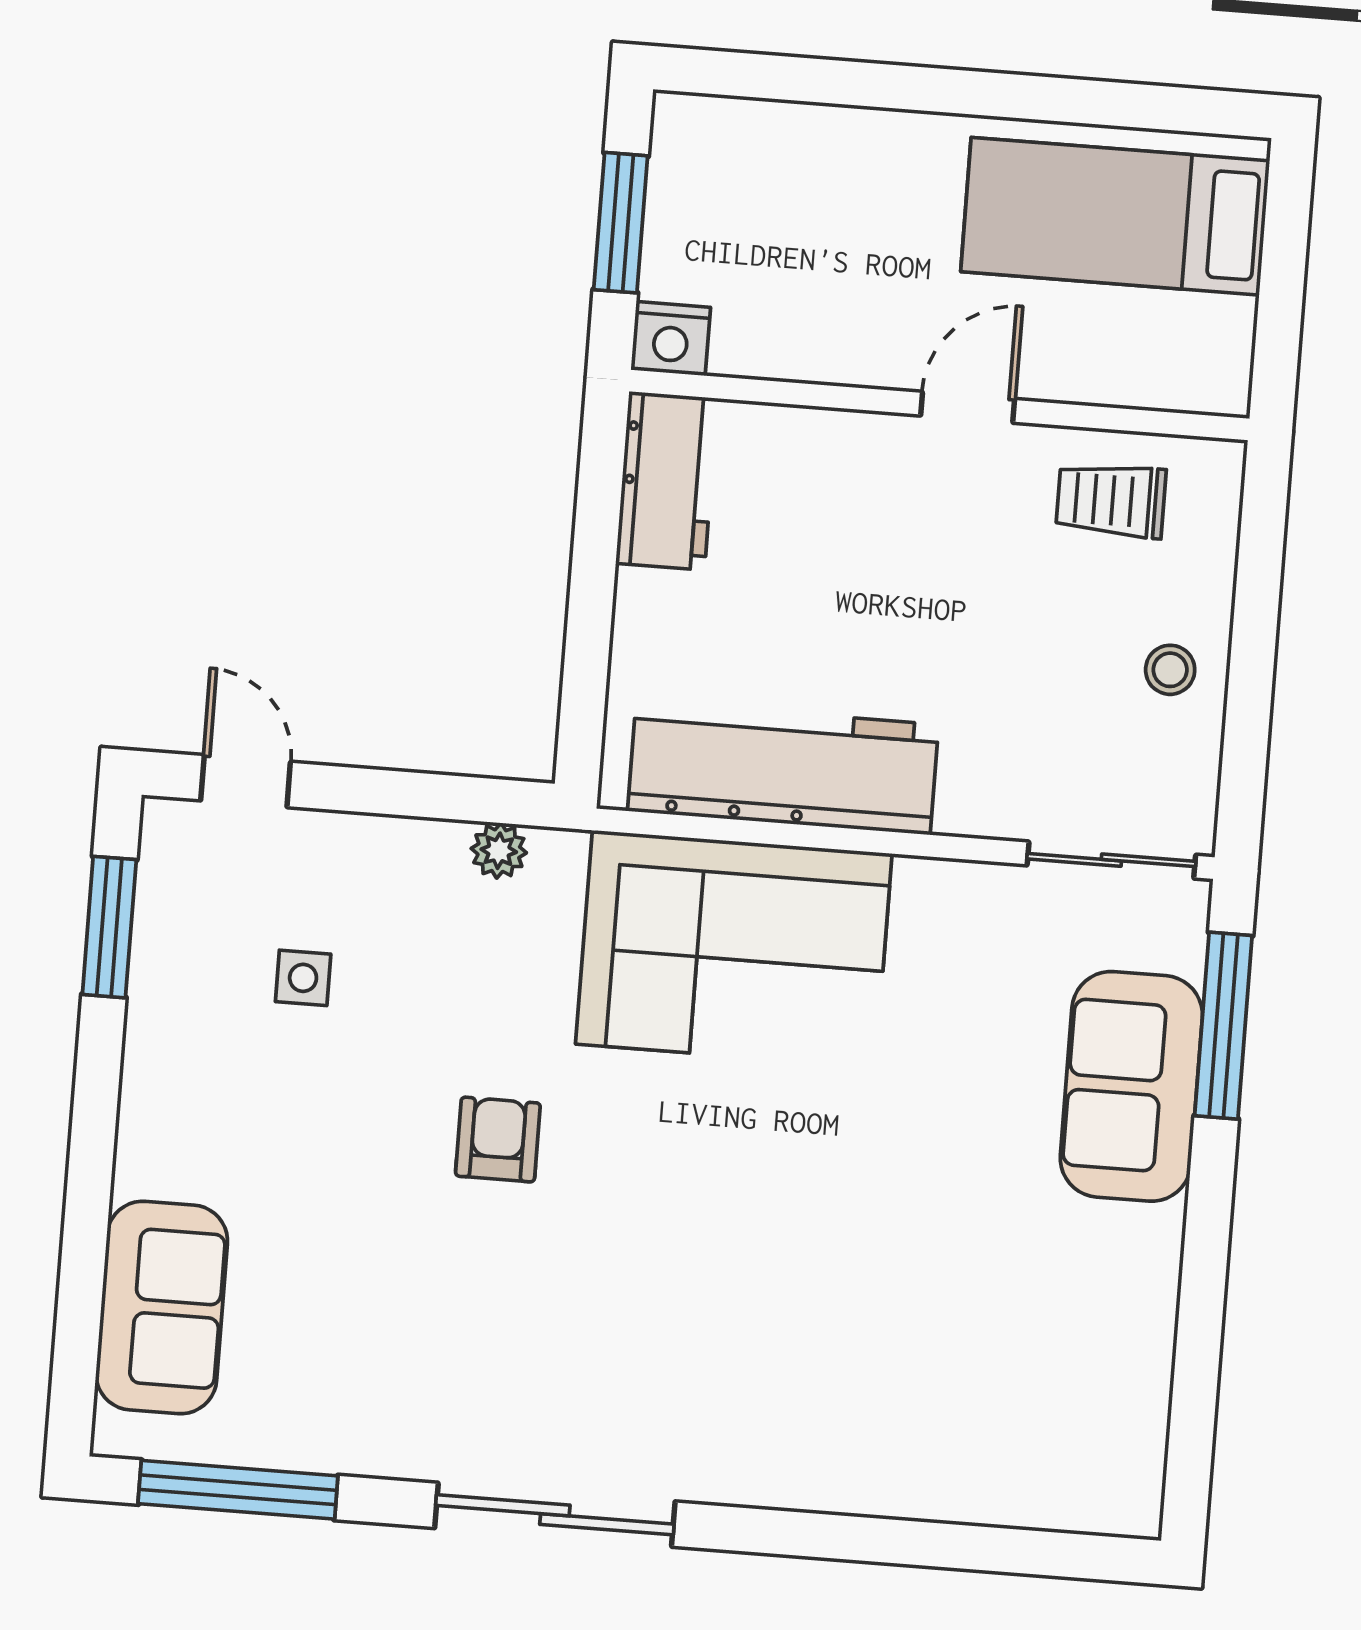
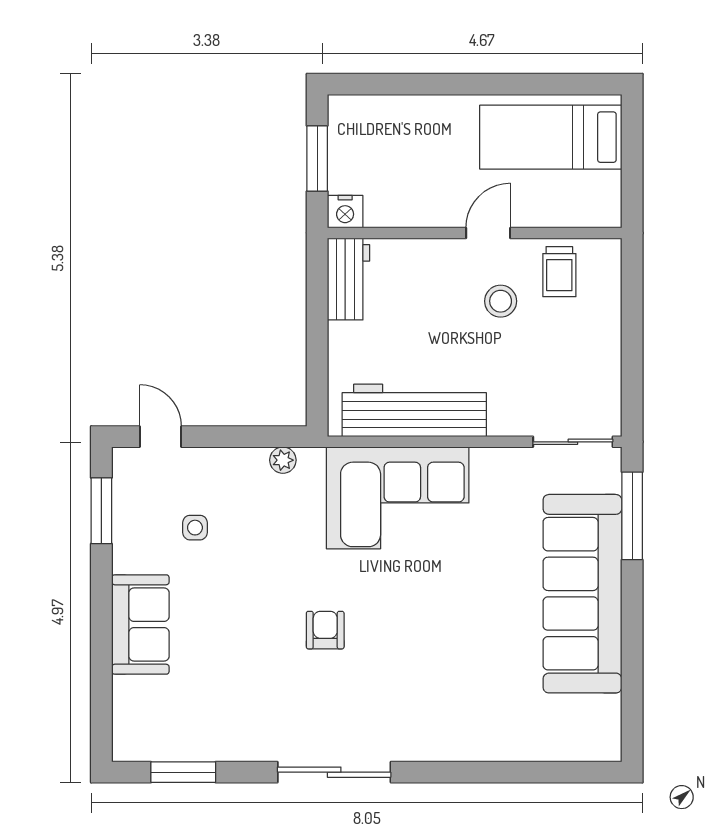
trolley: (1111, 500) -> (559, 272), turned -90
stool: (1170, 670) -> (501, 301), moved, width x1.37, depth x1.37
sofa: (1131, 1086) -> (582, 594), width x1.85, depth x1.27
armchair: (498, 1140) -> (325, 630), moved
sofa: (162, 1308) -> (140, 625), moved
window: (238, 1490) -> (183, 772), width x0.69

